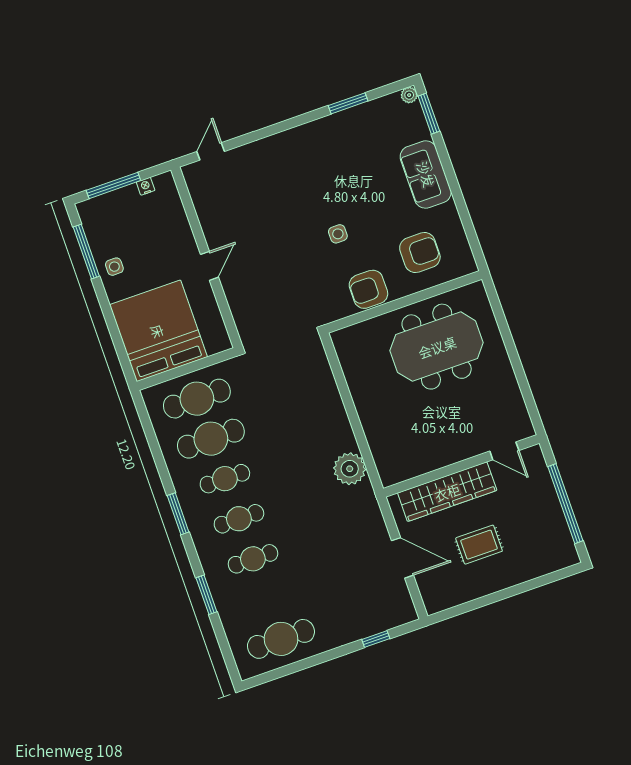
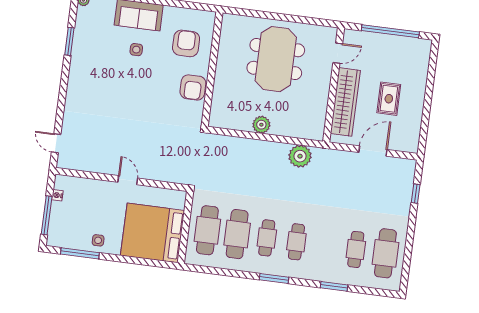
side table: (338, 234) -> (136, 50), moved
meeting table: (437, 347) -> (276, 59), moved
plant: (365, 400) -> (261, 125), added
cafe table: (253, 559) -> (356, 249), moved

